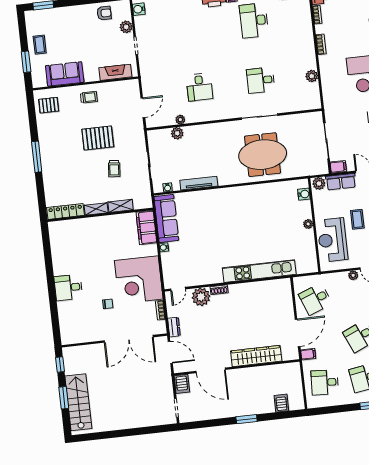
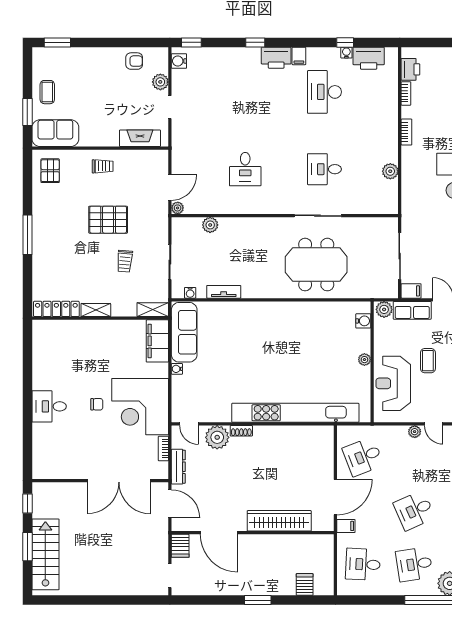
sofa: (65, 74) -> (55, 133), moved
pallet: (49, 105) -> (50, 171), turned 90
plant: (180, 120) -> (178, 208), moved
tv unit: (199, 183) -> (224, 292), width x0.71
shelving: (121, 206) -> (153, 310), moved
kitchen unit: (259, 271) -> (295, 413), width x1.36
door: (178, 289) -> (189, 424), hinge flipped
chair: (108, 304) -> (97, 404), moved
dresser: (174, 327) -> (178, 467), width x1.44

